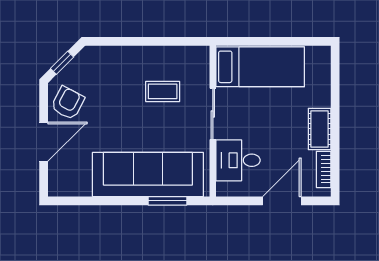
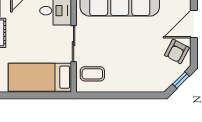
coffee table: (163, 91) -> (92, 74), moved

